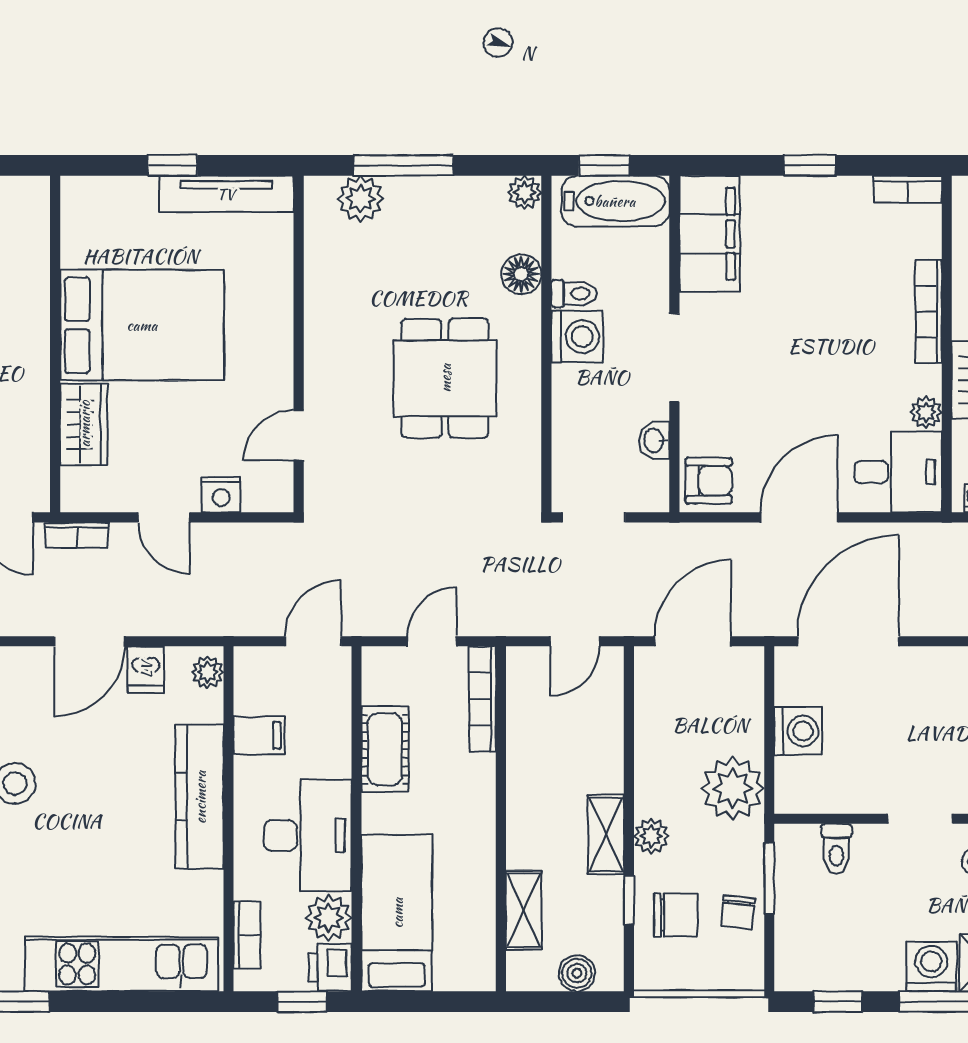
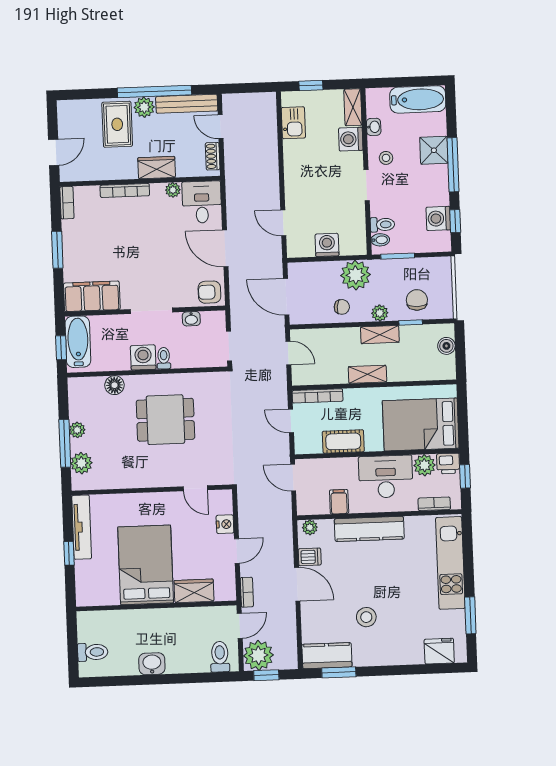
window: (810, 165) -> (57, 250), width x1.50
plant: (525, 193) -> (77, 430), moved
toilet: (574, 294) -> (164, 358), moved
armchair: (709, 481) -> (209, 292), turned -90
door: (848, 641) -> (283, 223), width x0.53
bidet: (805, 843) -> (380, 240), added
shelving: (524, 910) -> (367, 374), moved
chair: (738, 912) -> (342, 307), moved
bed: (397, 913) -> (421, 424), width x1.50
washing machine: (931, 966) -> (438, 218), moved

